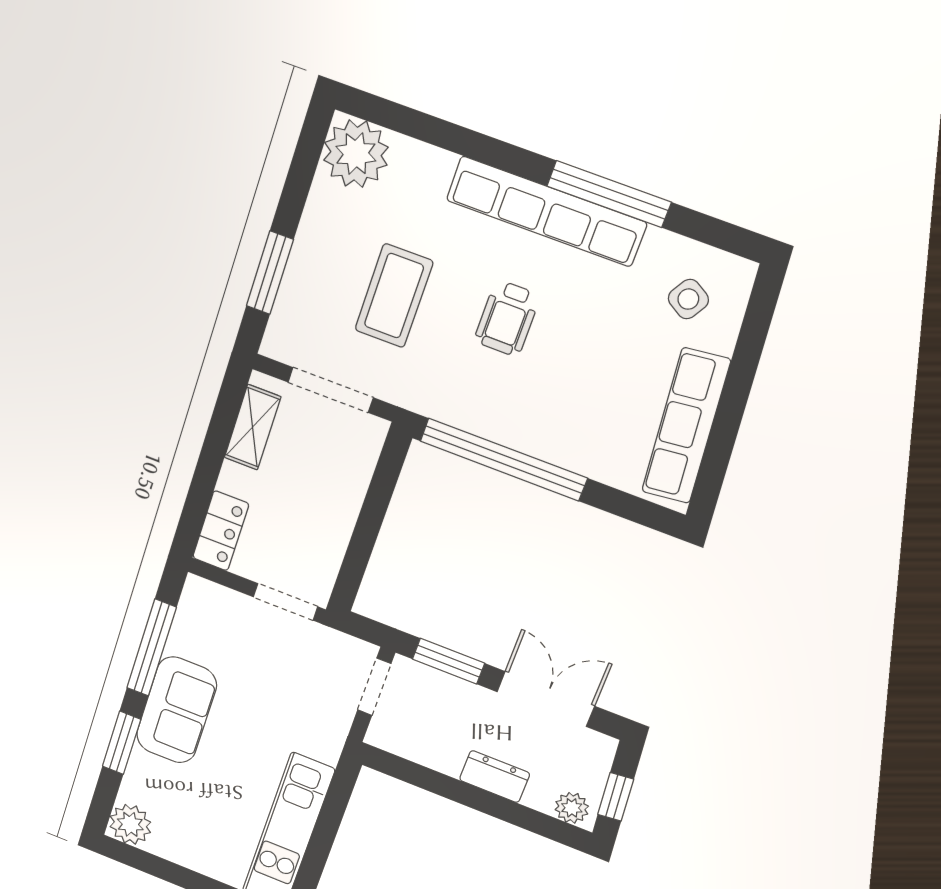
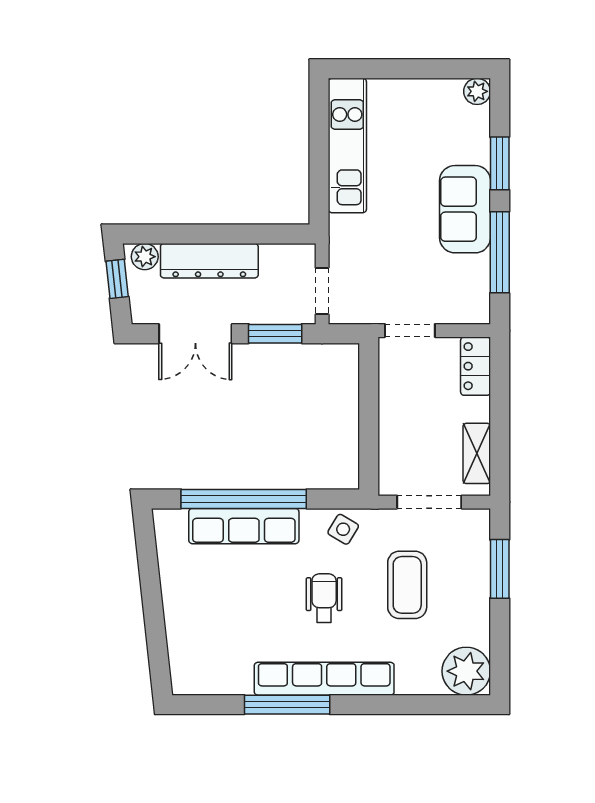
side table: (688, 299) -> (343, 529), moved
row of seats: (686, 426) -> (244, 526), moved, turned 96
window: (504, 460) -> (244, 499), moved
dresser: (495, 777) -> (209, 261), width x1.96, depth x1.24
plant: (130, 824) -> (477, 91), width x0.73, depth x0.73

